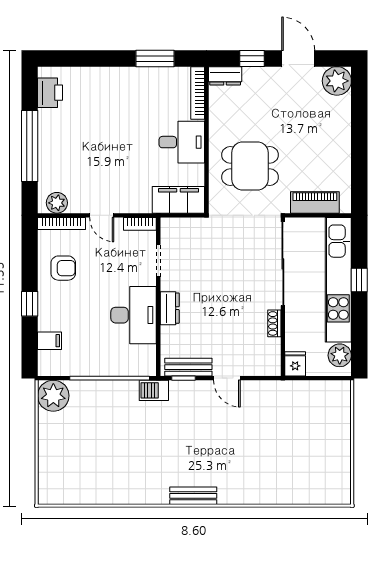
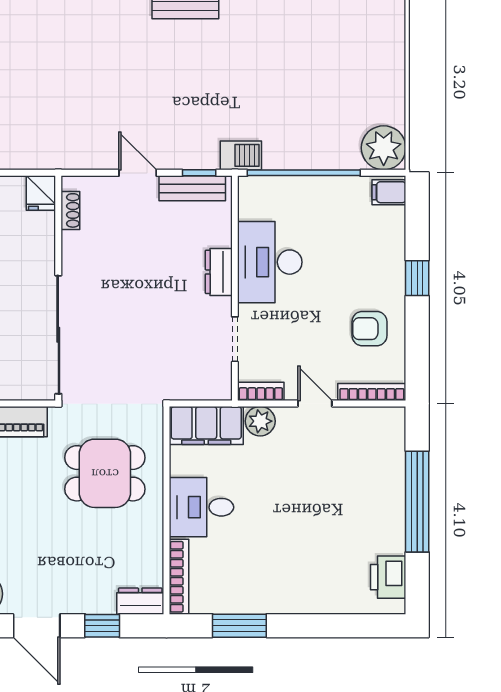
plant: (57, 203) -> (260, 421), moved
shoe rack: (274, 323) -> (70, 210), moved
filing cabinet: (49, 341) -> (389, 192), moved

